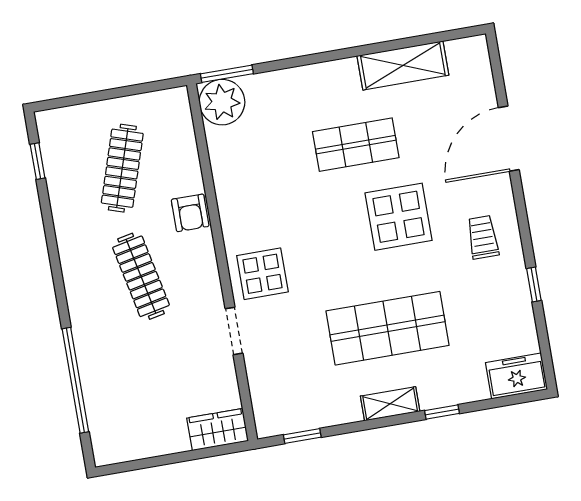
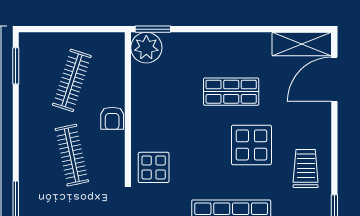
shelving: (403, 65) -> (302, 44), moved
door: (509, 139) -> (334, 79), moved
window: (38, 161) -> (16, 66), width x1.50
trolley: (483, 237) -> (306, 169), width x1.36, depth x1.39

